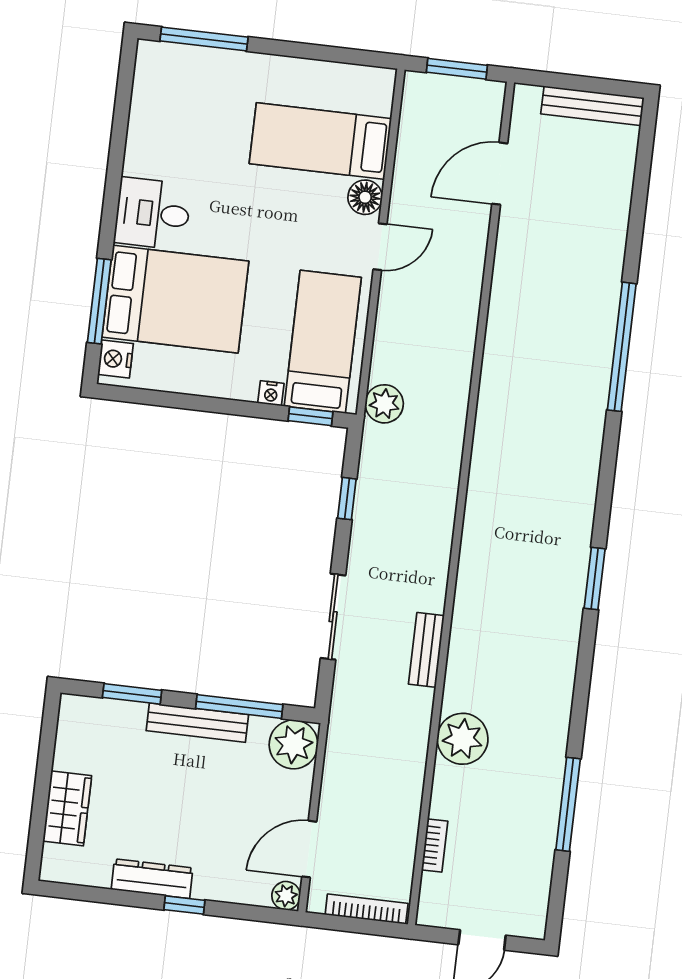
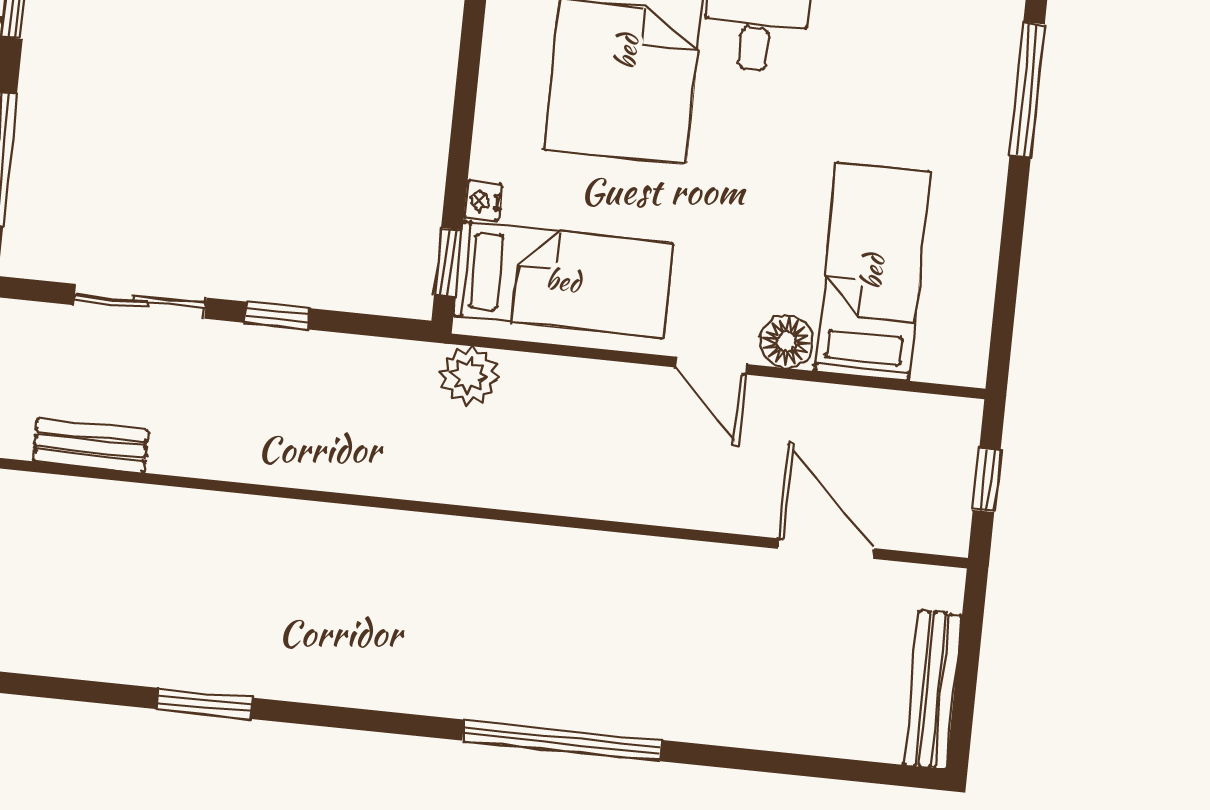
window: (457, 69) -> (987, 480), width x0.67
window: (347, 499) -> (277, 316), moved

